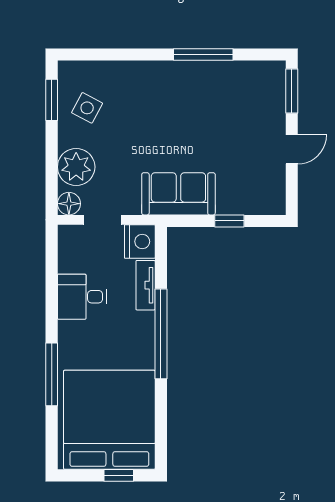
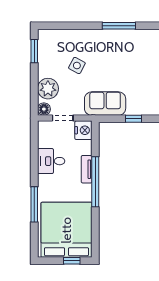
side table: (87, 108) -> (77, 66), moved
tv unit: (146, 285) -> (87, 169), moved

